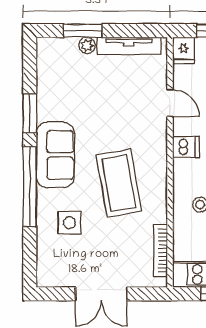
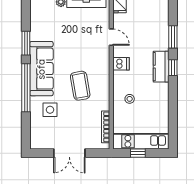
sofa: (55, 155) -> (41, 69), width x1.36
coffee table: (119, 183) -> (80, 86), width x0.73, depth x0.76

